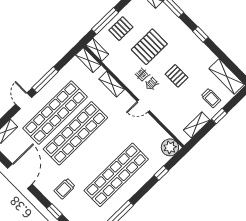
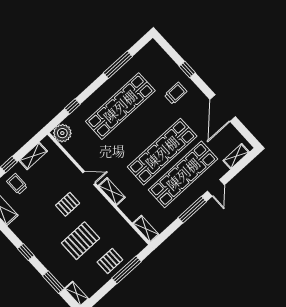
shelving: (97, 50) -> (136, 240), removed
pallet: (177, 76) -> (68, 204), moved, turned 90
shelving: (112, 84) -> (112, 191), moved

